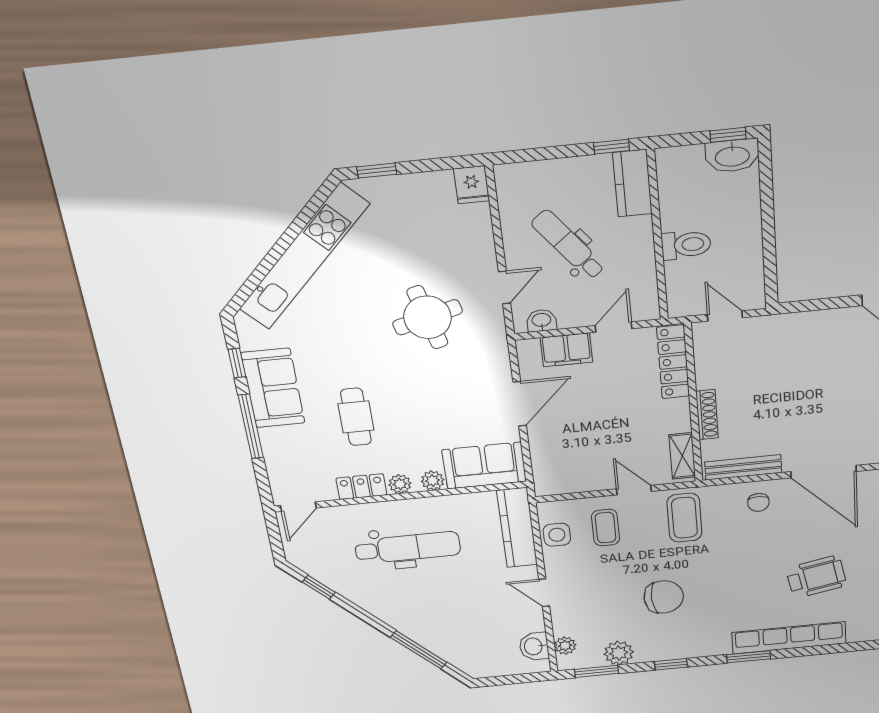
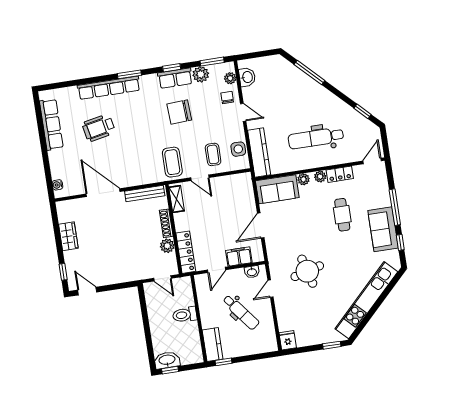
plant: (709, 375) -> (167, 246), added
chair: (758, 502) -> (227, 98), moved
row of seats: (666, 649) -> (175, 78), added

